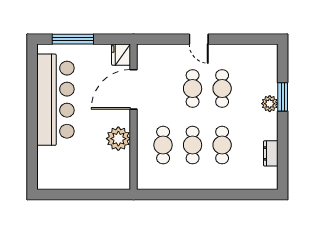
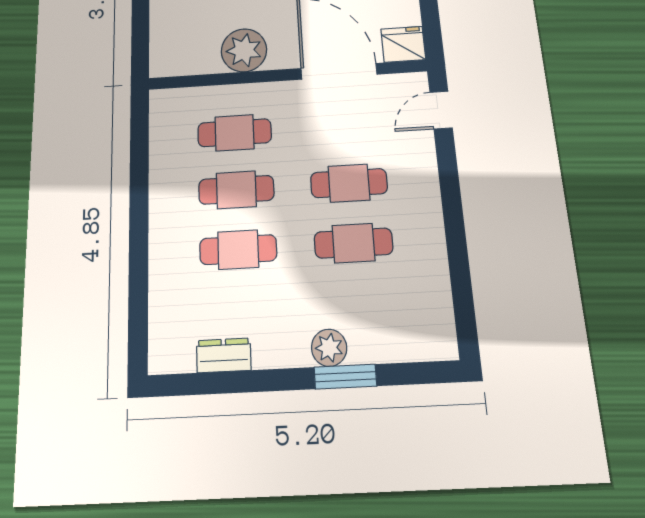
door: (199, 39) -> (441, 110), moved

